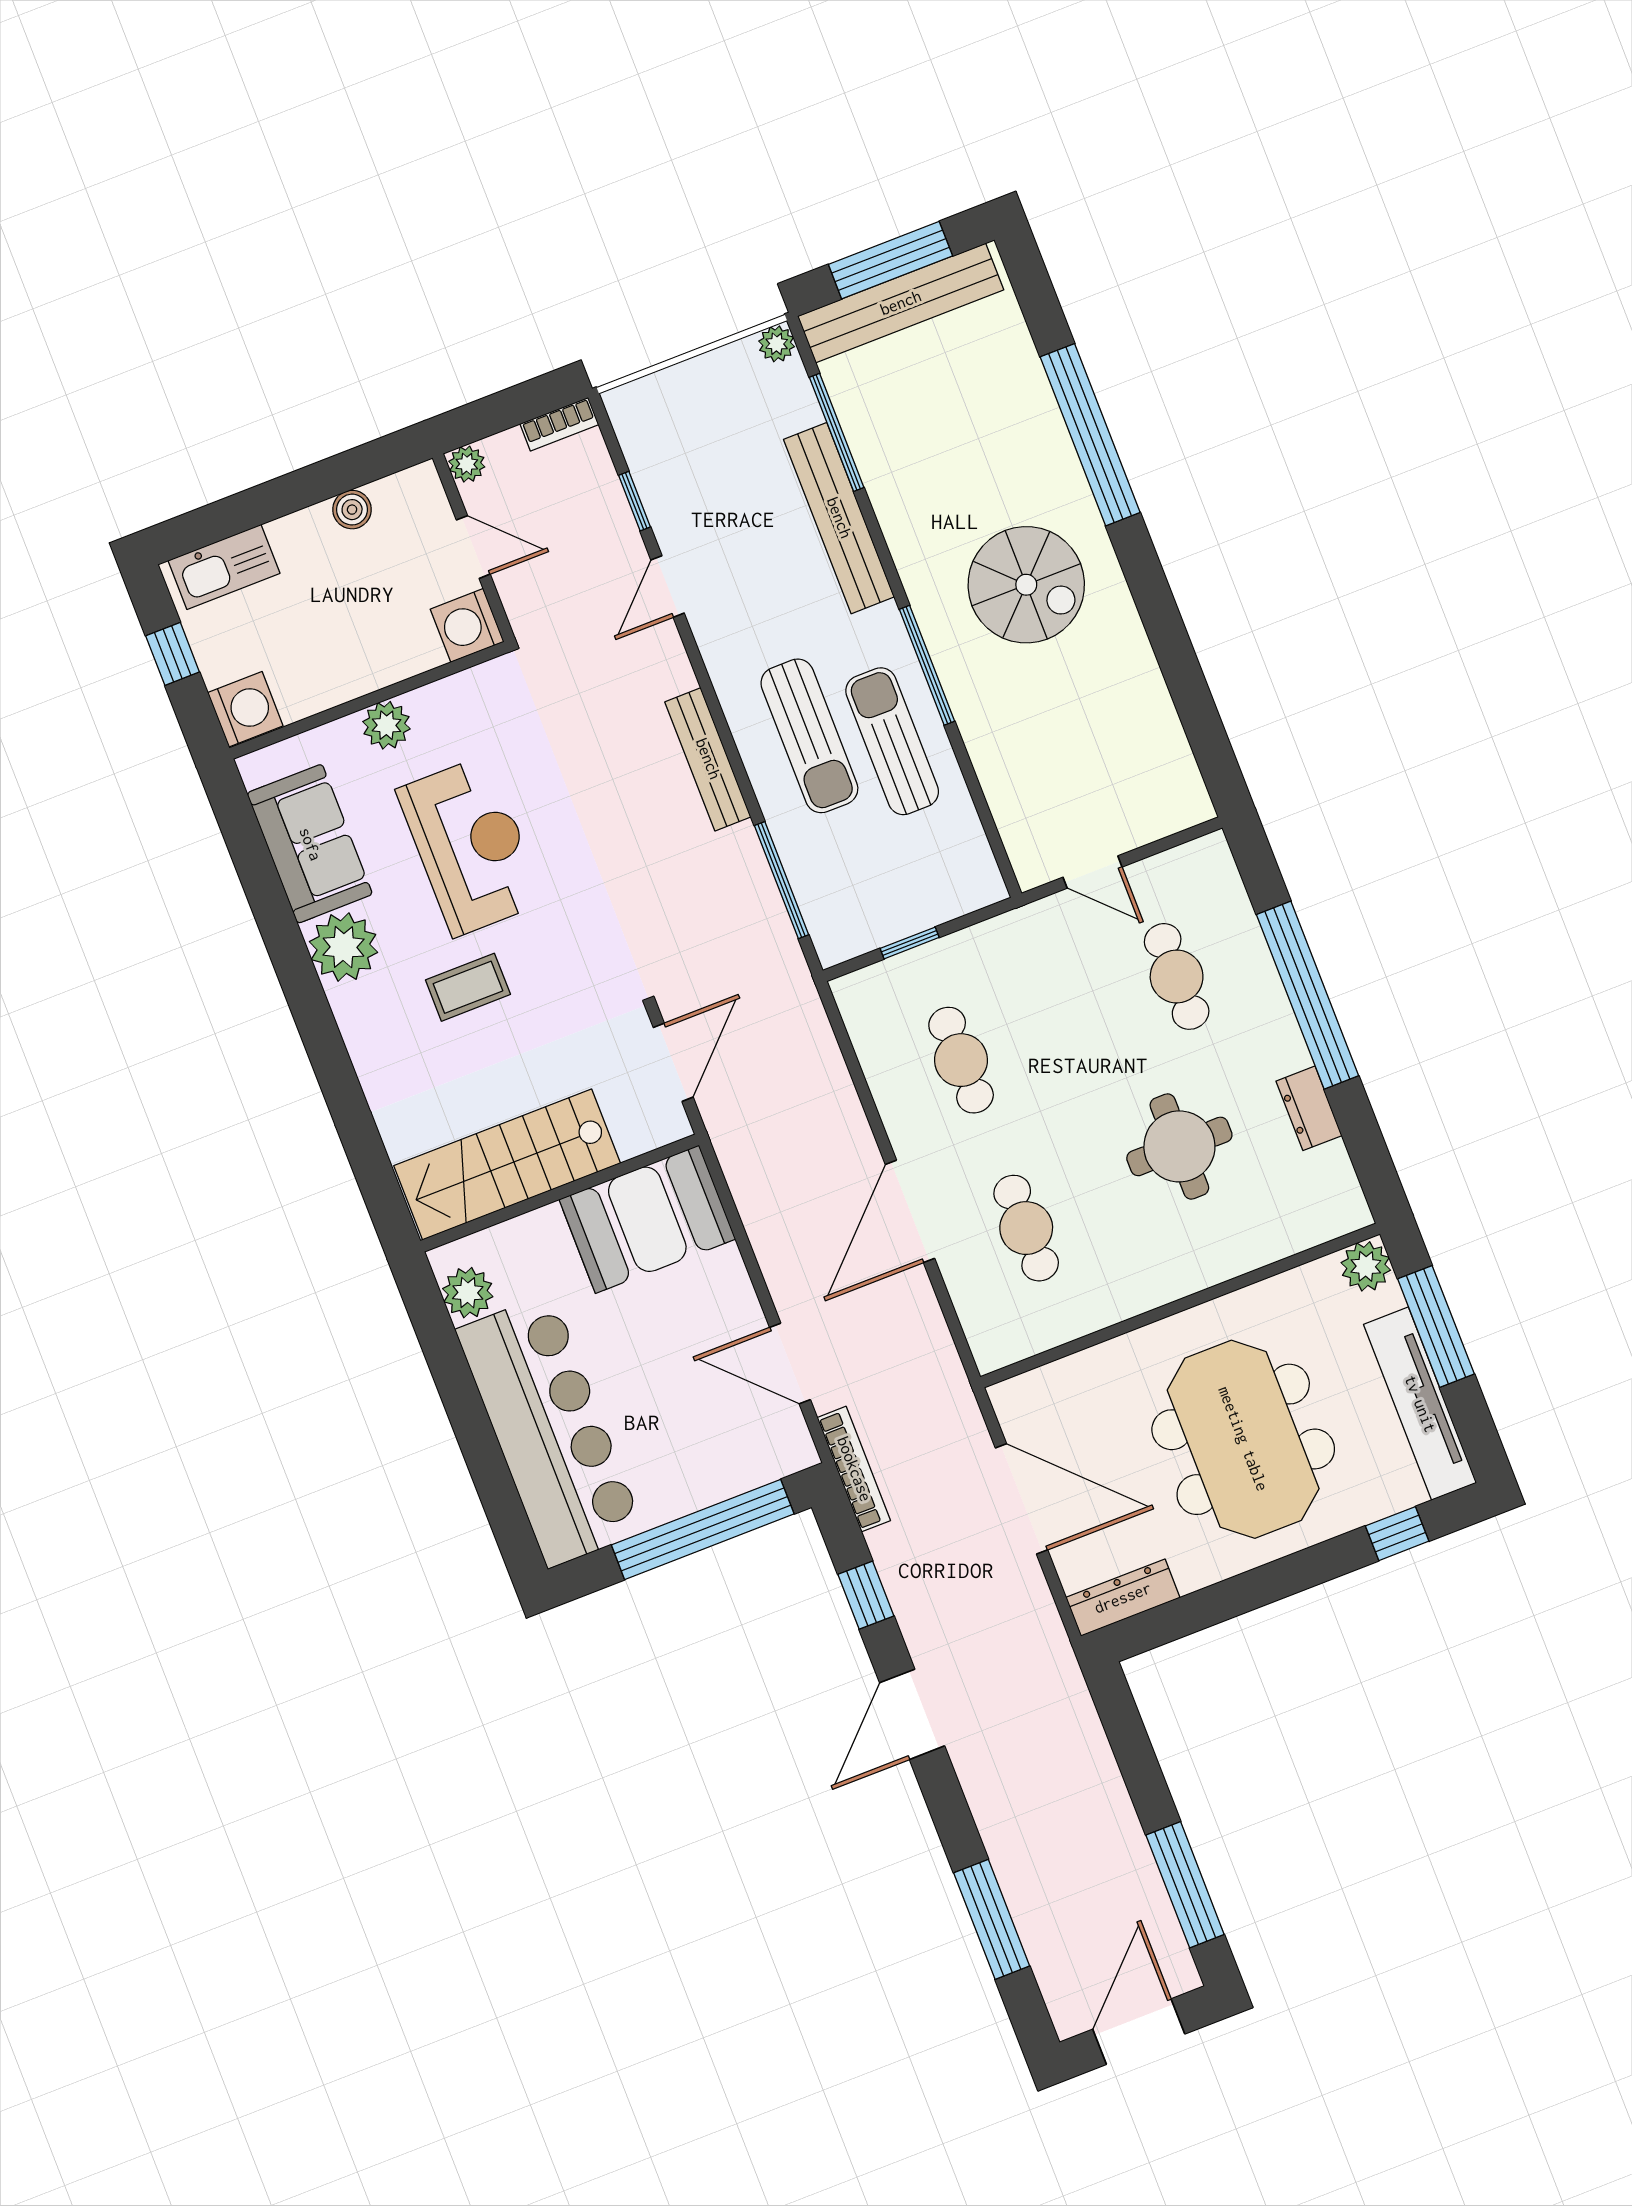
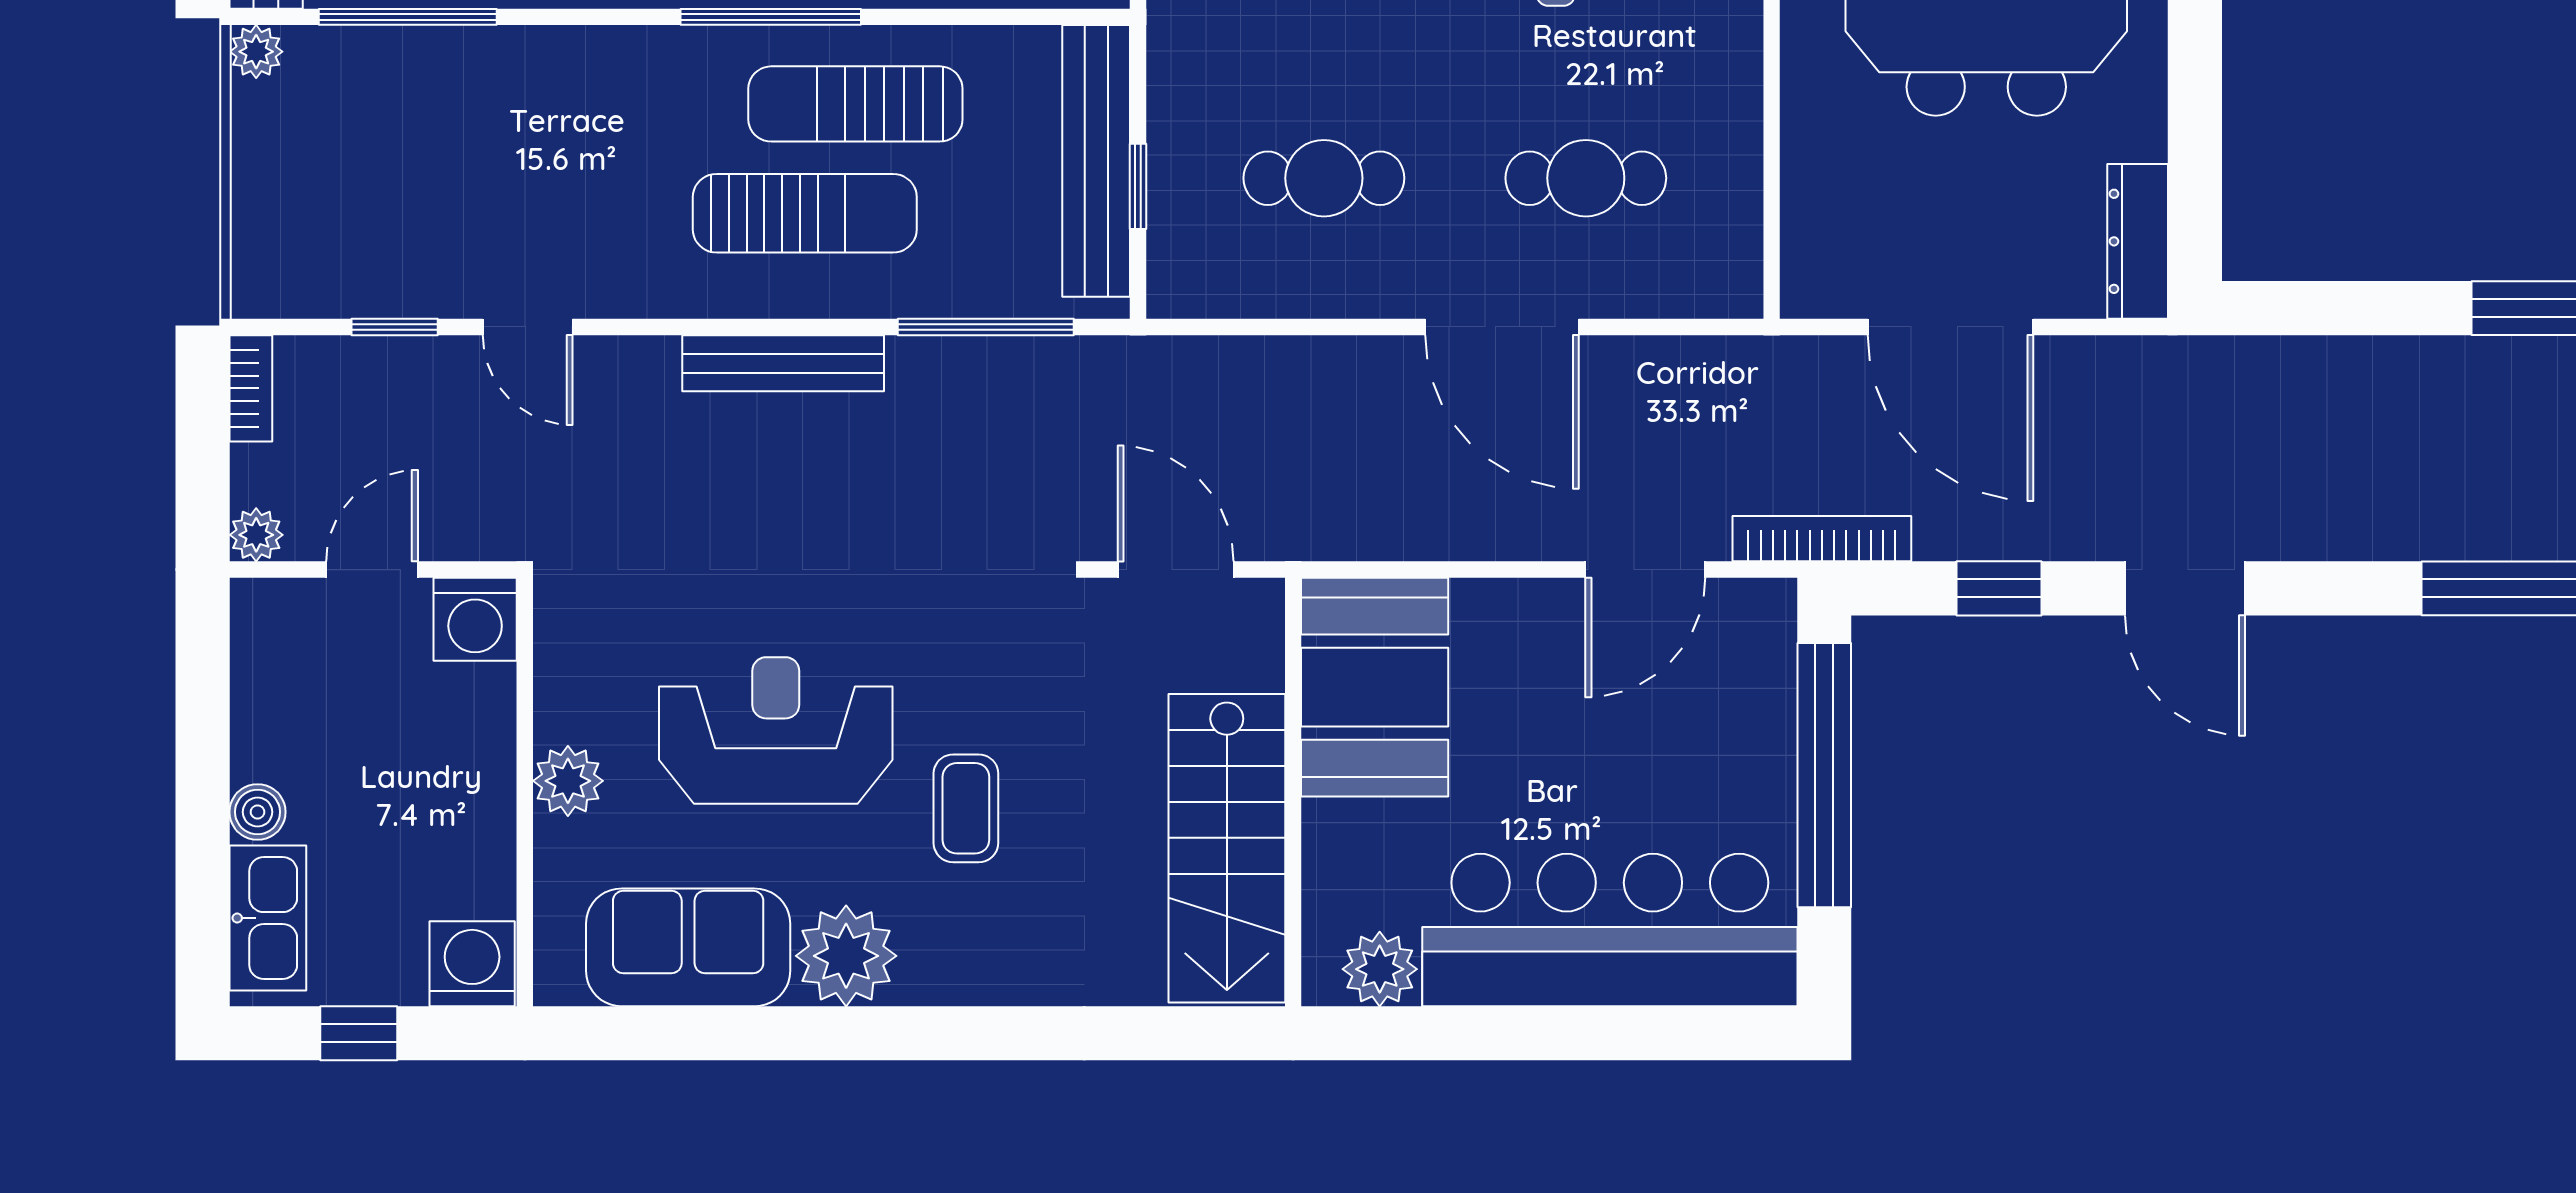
boiler: (352, 510) -> (258, 812), moved
bench: (839, 518) -> (1096, 161), moved, turned 90
door: (1022, 1499) -> (1950, 327), swing flipped

